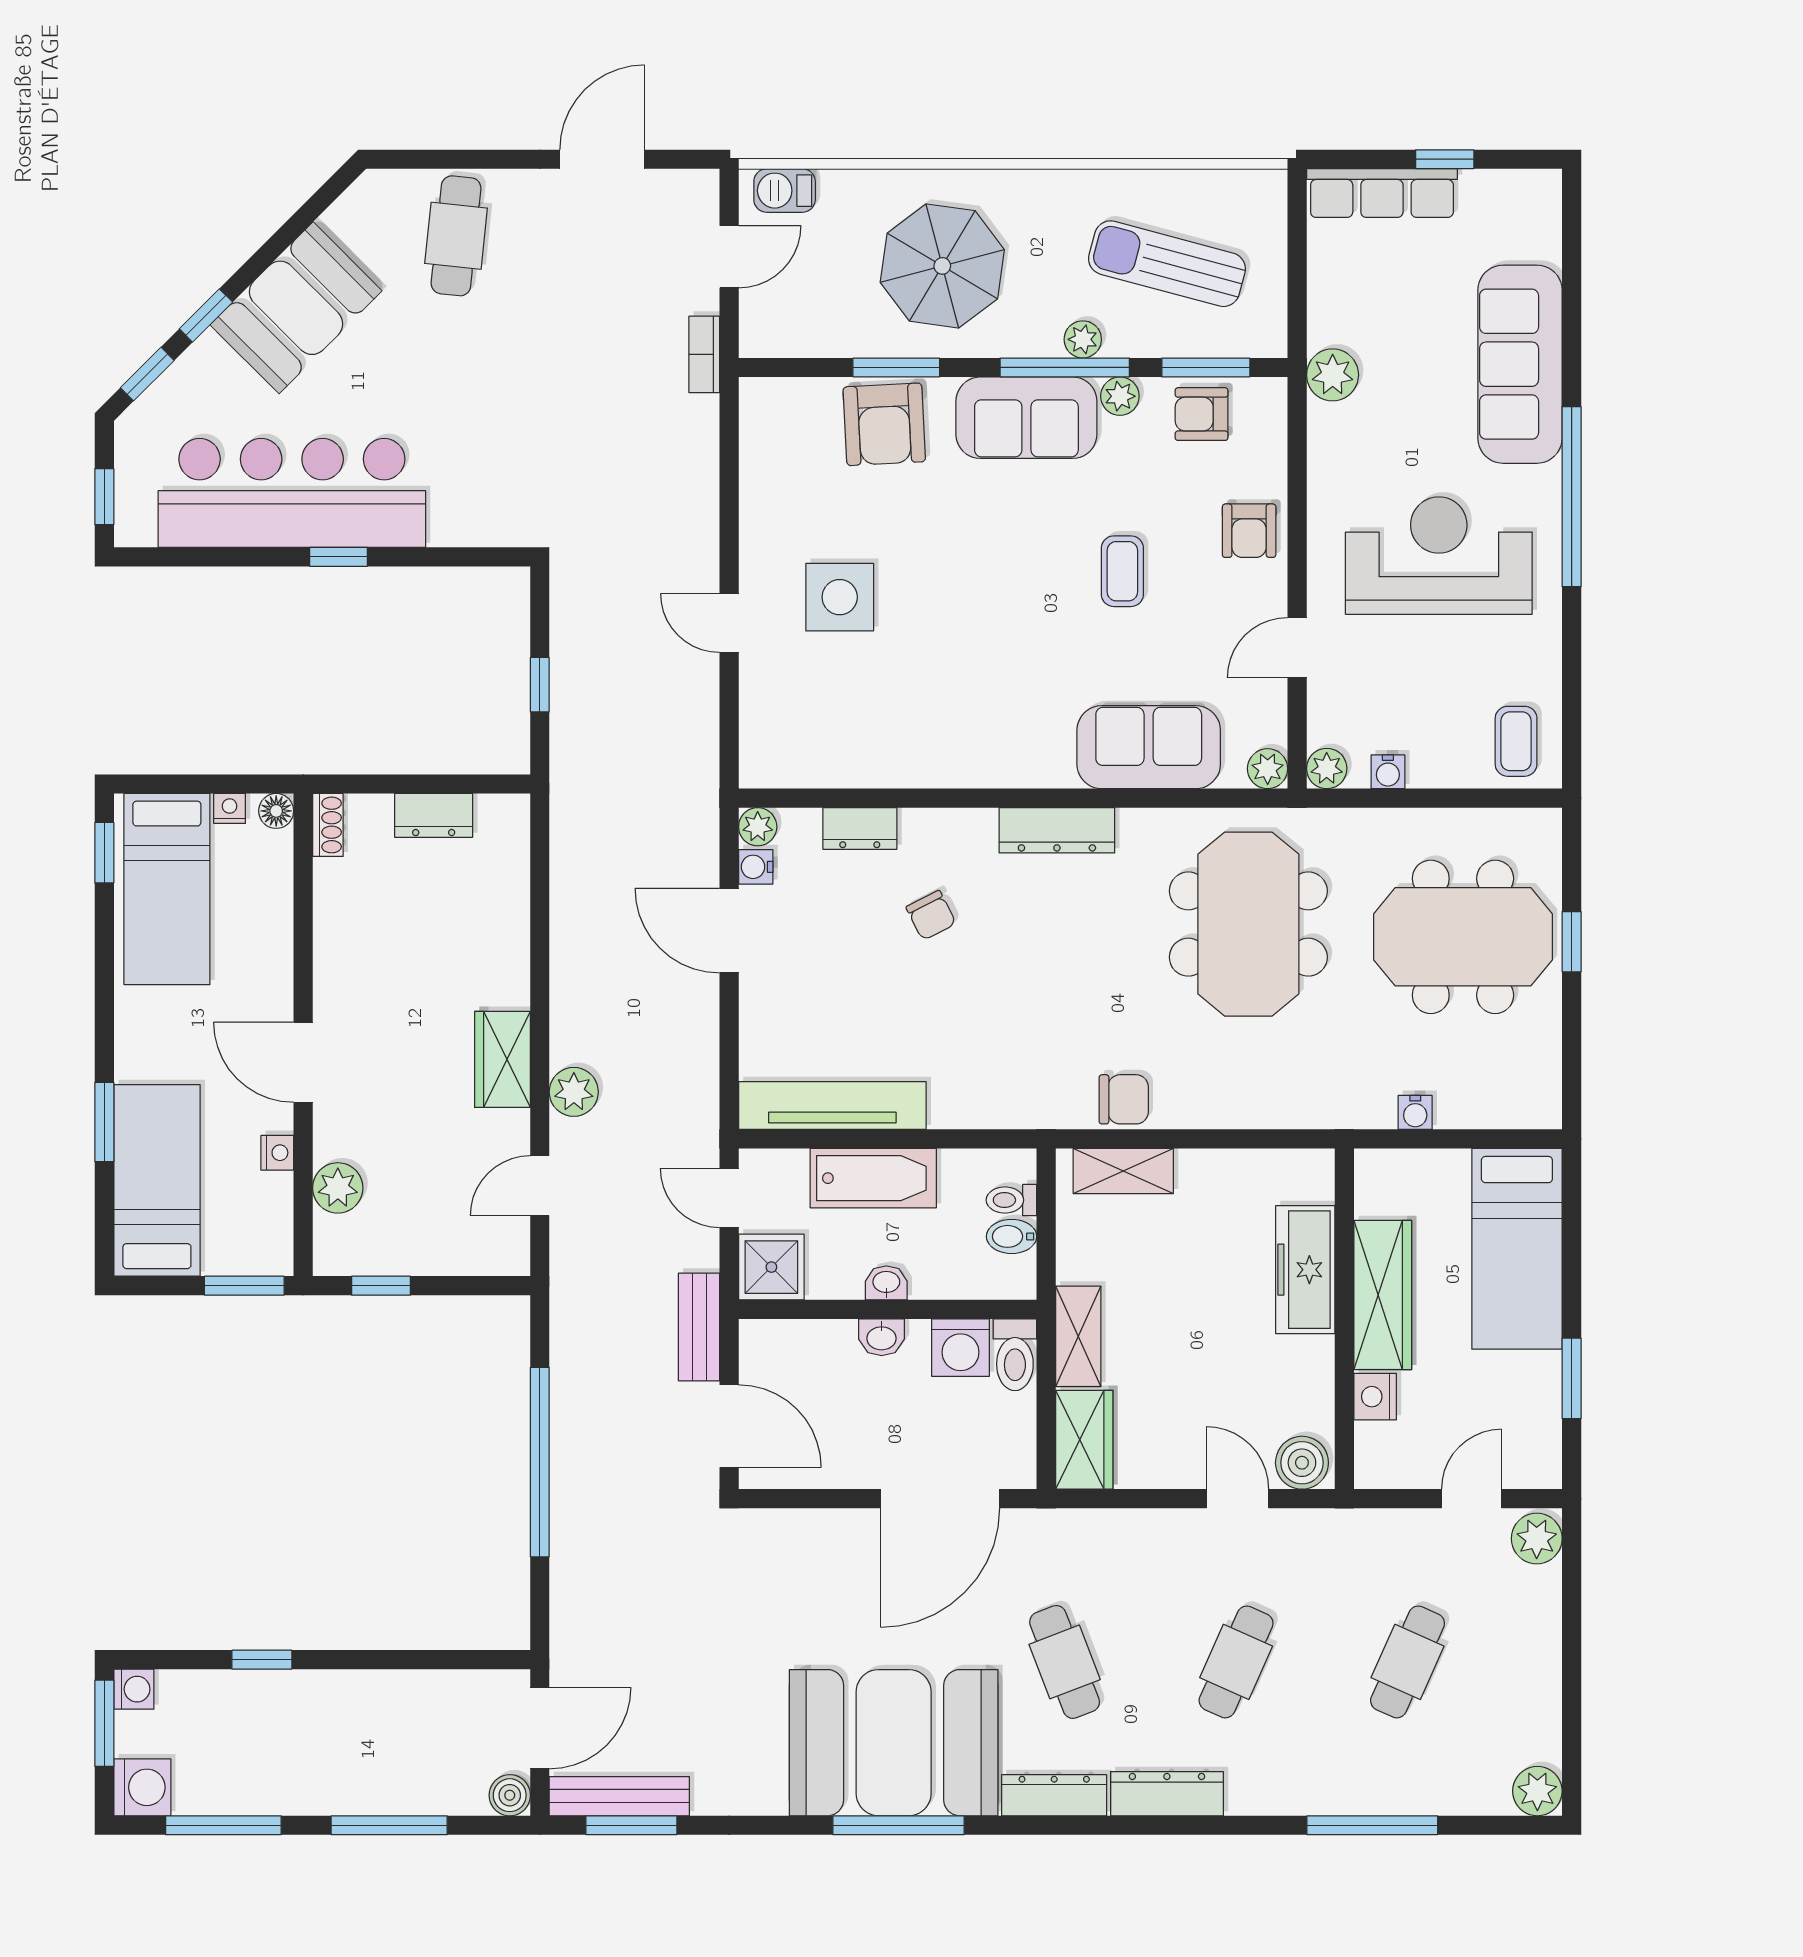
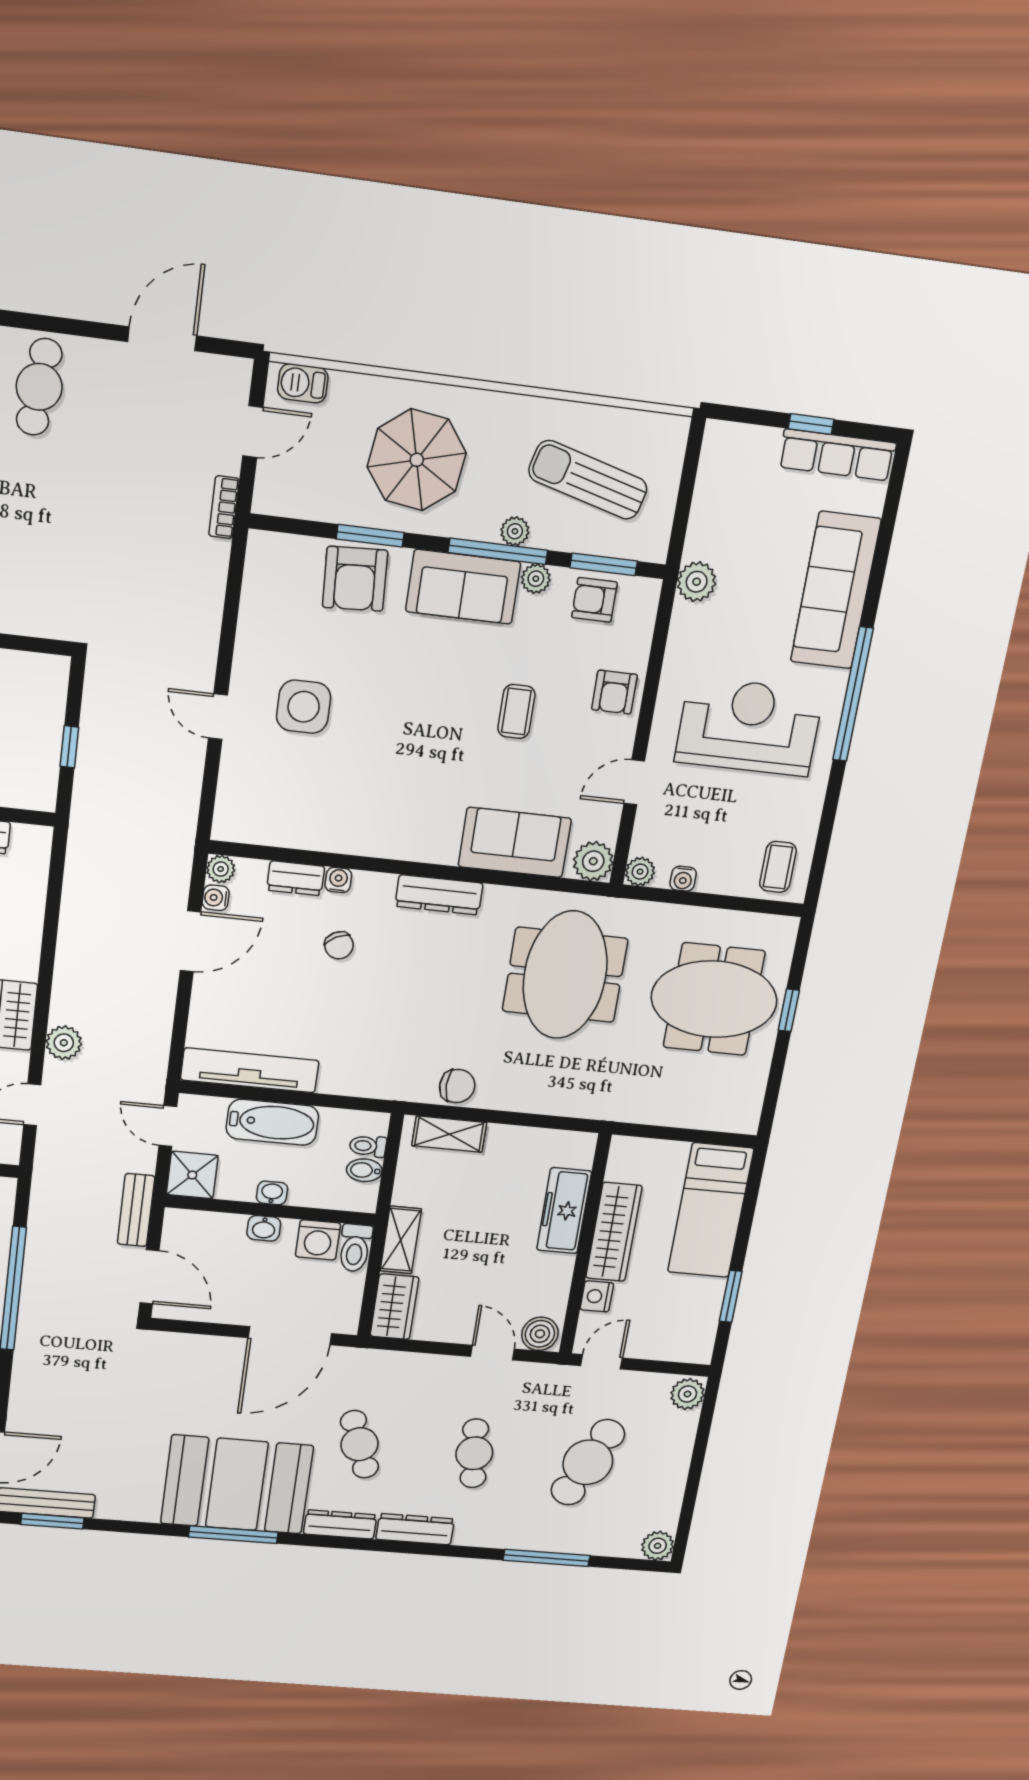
row of seats: (1382, 193) -> (837, 455), moved
plant: (1268, 769) -> (593, 861), width x1.38, depth x1.38
door: (729, 931) -> (190, 941), swing flipped
water cooler: (1415, 1112) -> (338, 880), moved, turned 180
door: (1472, 1499) -> (602, 1362), moved
cafe table: (1236, 1662) -> (474, 1453), turned -30
cafe table: (1408, 1662) -> (588, 1462), width x1.37, depth x1.35

